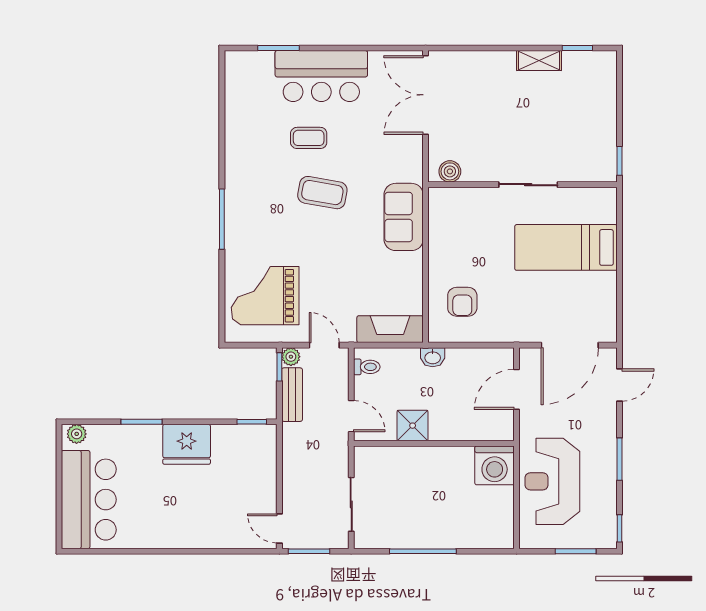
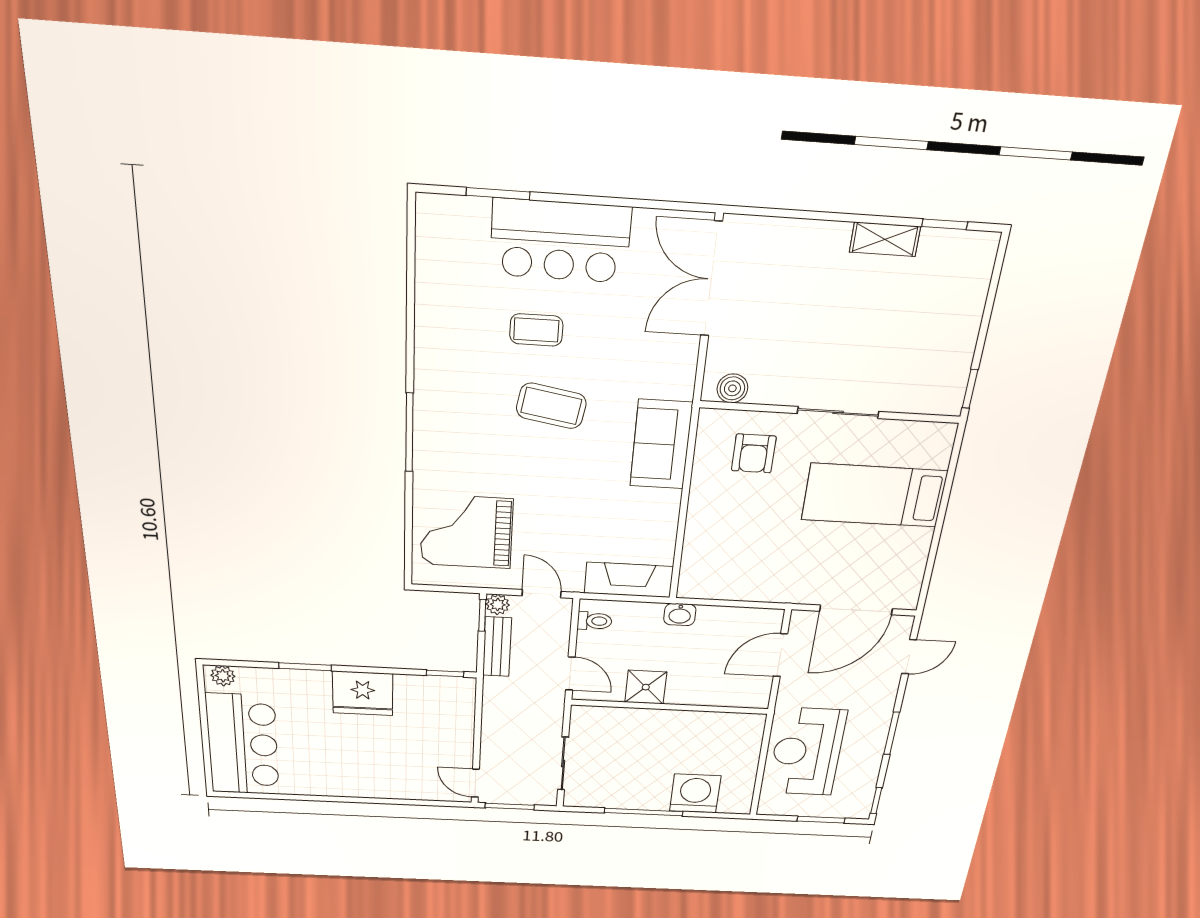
armchair: (462, 302) -> (754, 453), moved
washing machine: (495, 465) -> (695, 793), moved, turned 180

